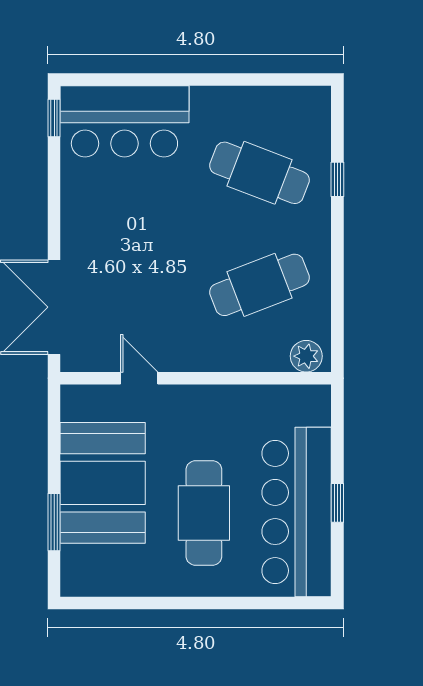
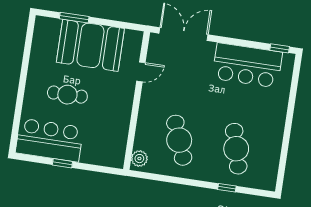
bar counter: (124, 121) -> (247, 65), moved, turned -90
cafe table: (260, 173) -> (236, 149), turned -36
bar counter: (297, 512) -> (49, 140), width x0.73
cafe table: (204, 513) -> (67, 95), width x0.73, depth x0.74

